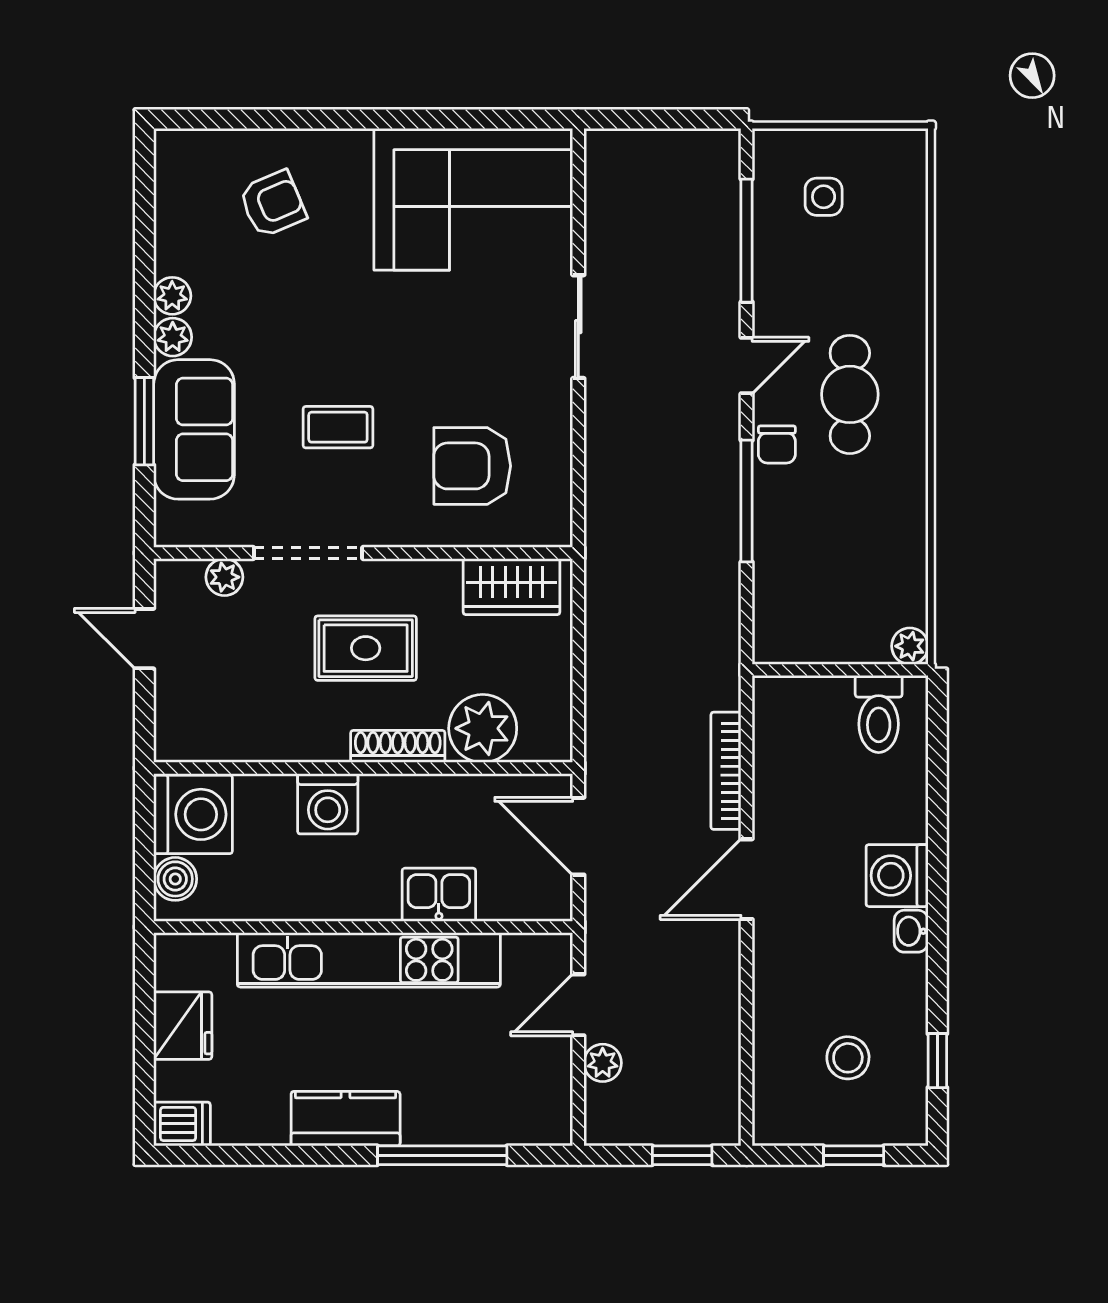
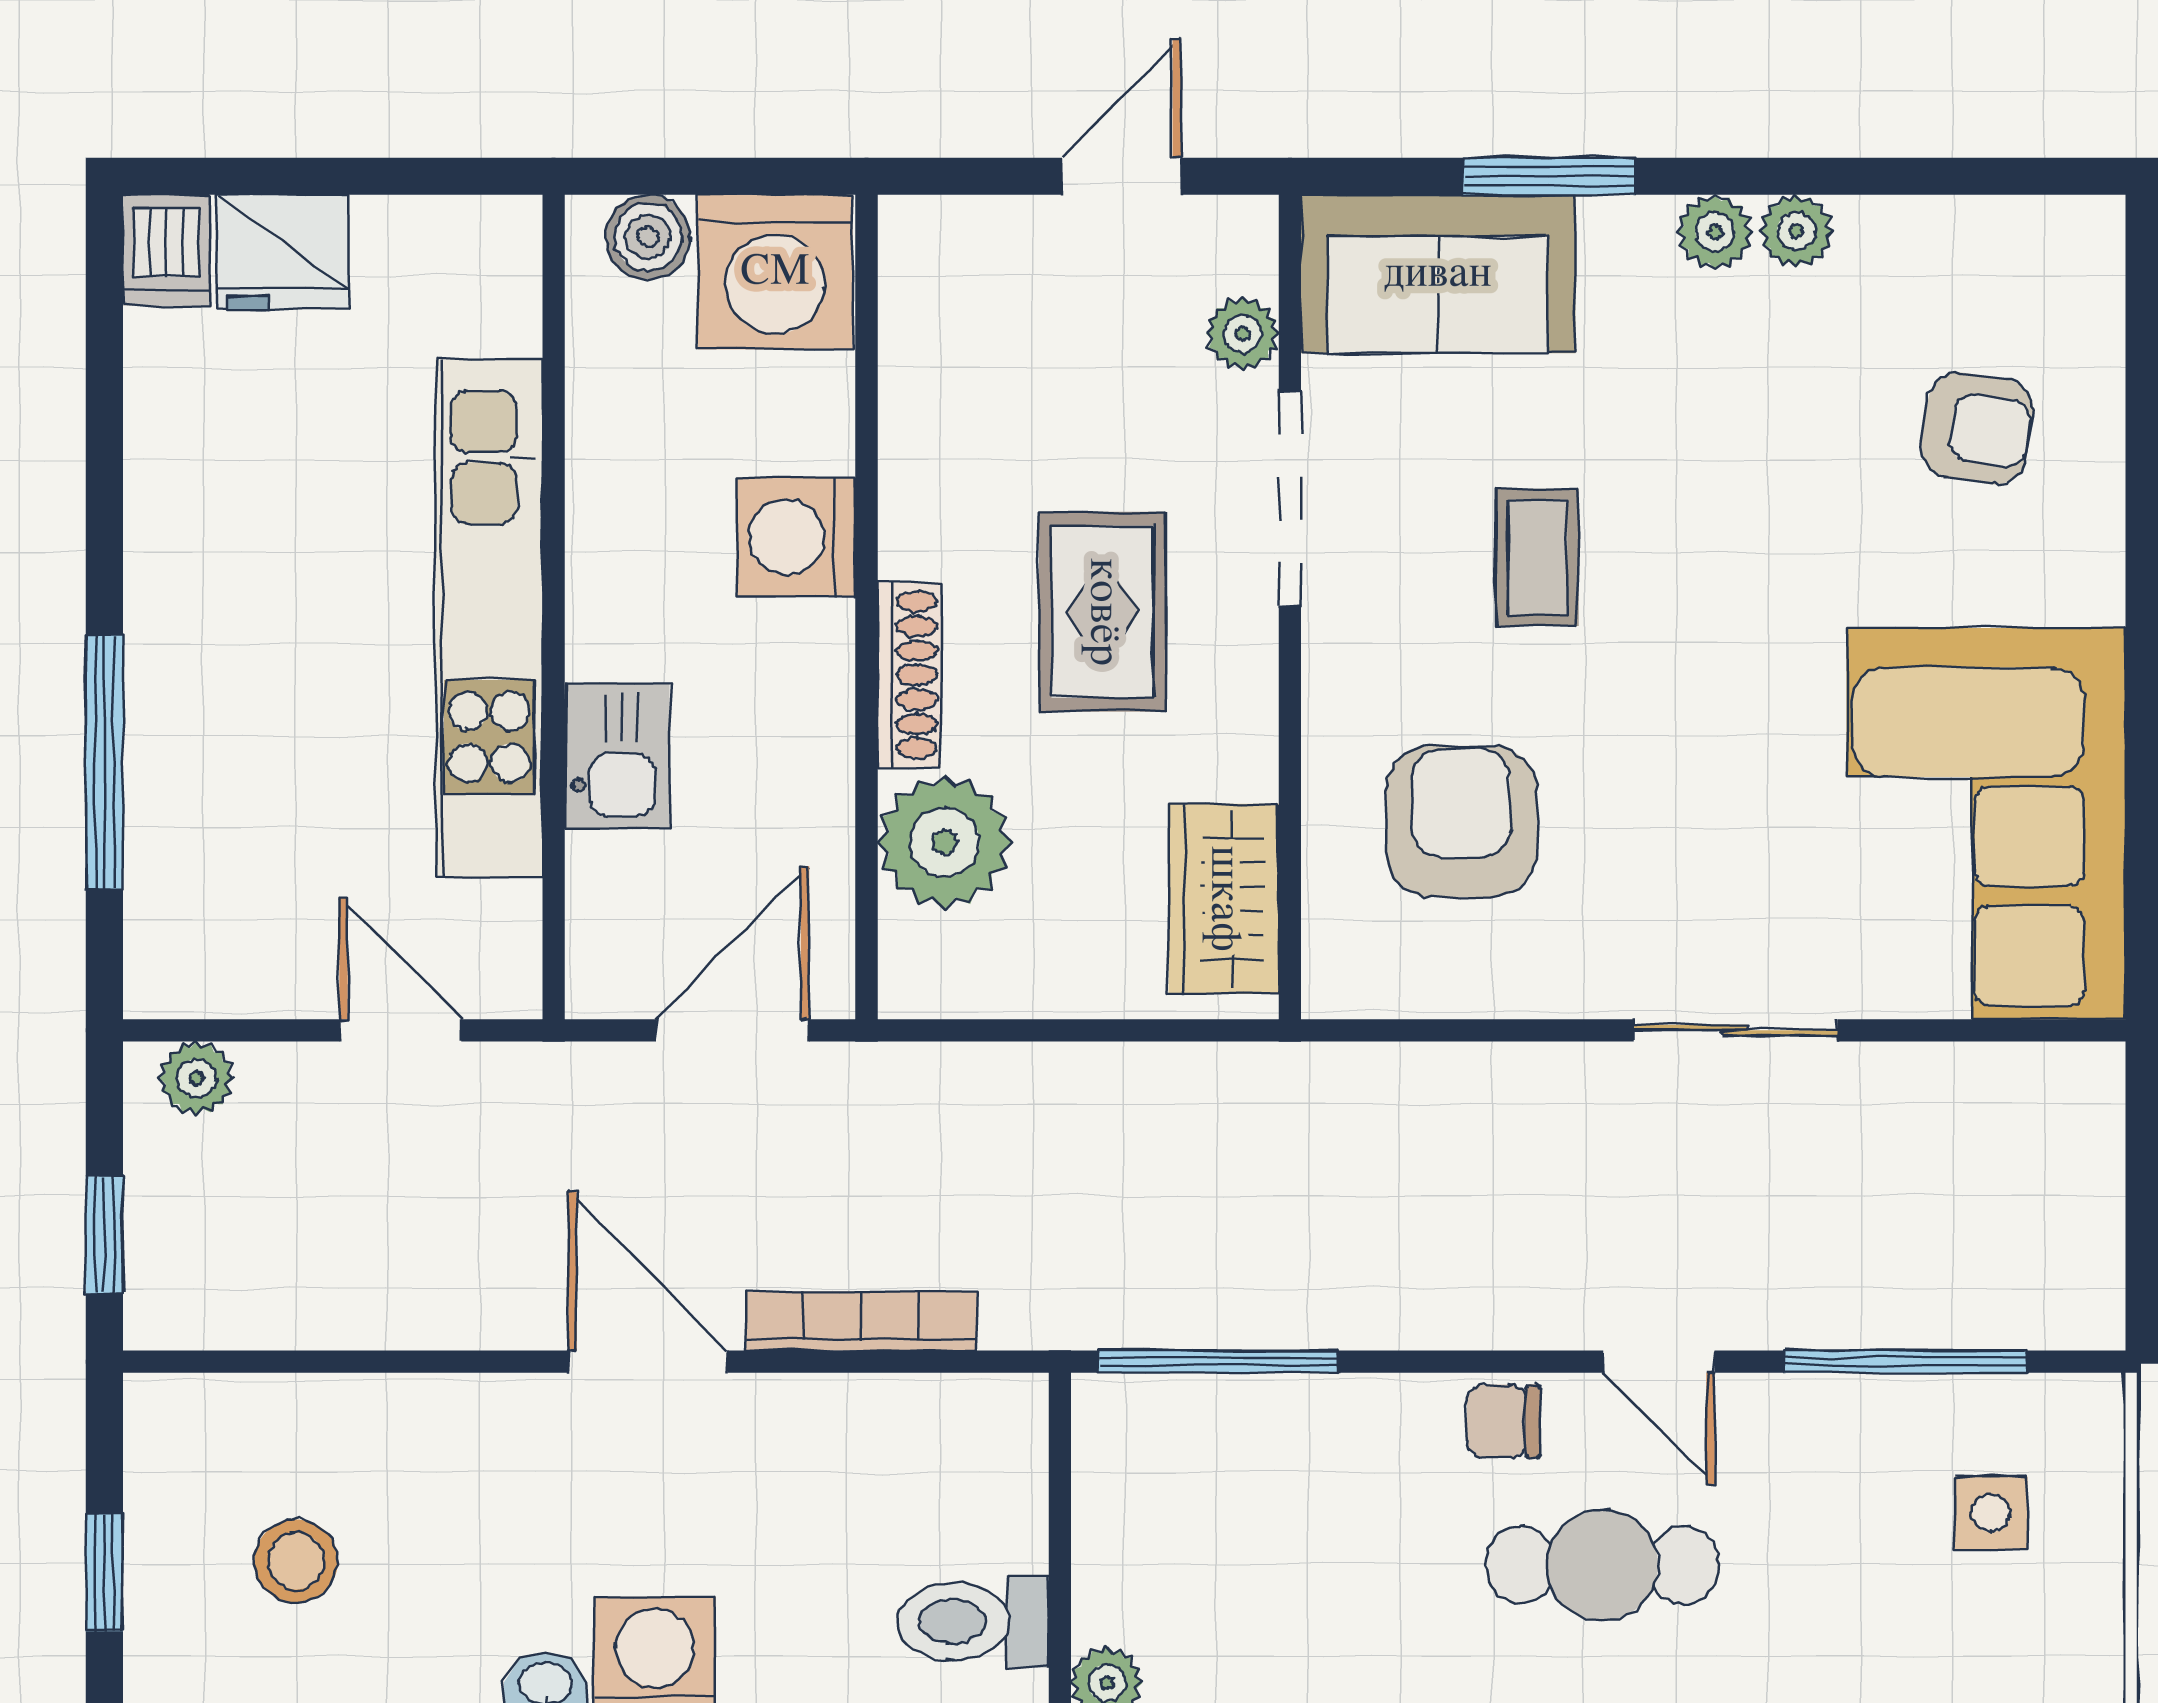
armchair: (273, 204) -> (1977, 429), turned -58
sofa: (194, 429) -> (1438, 274), moved
window: (747, 501) -> (1218, 1362), moved
fridge: (183, 1026) -> (283, 252), moved
plant: (603, 1063) -> (197, 1078), moved
kitchen counter: (346, 1119) -> (176, 572), removed

